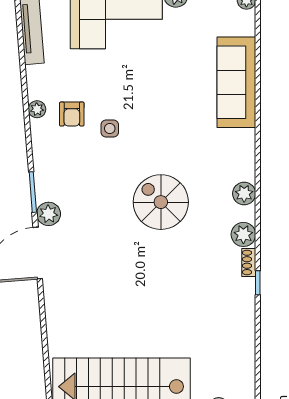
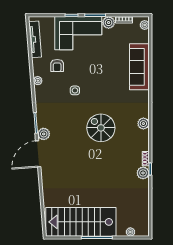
armchair: (72, 114) -> (57, 66), moved
plant: (243, 234) -> (143, 173), moved

